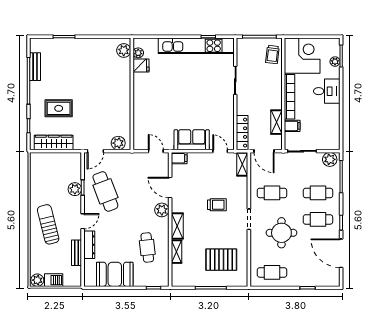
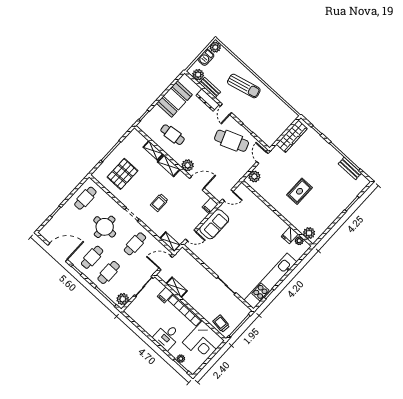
rug: (59, 108) -> (300, 191), moved
locker: (242, 133) -> (190, 260), removed
plant: (75, 189) -> (198, 75), moved

